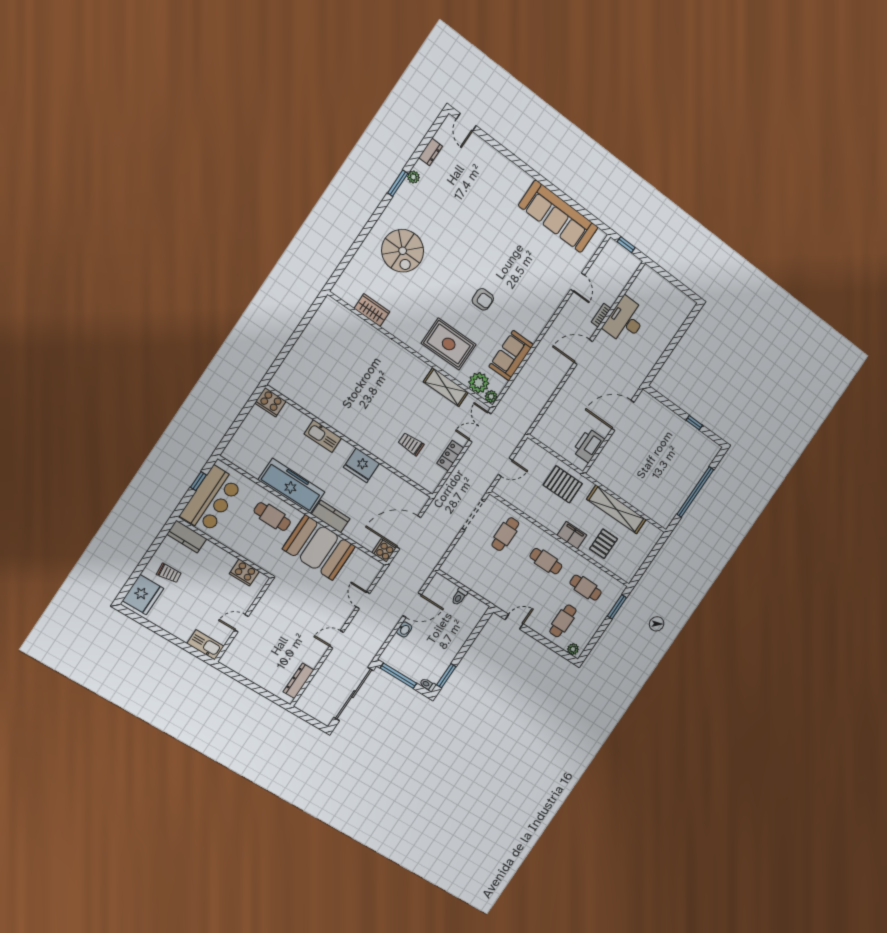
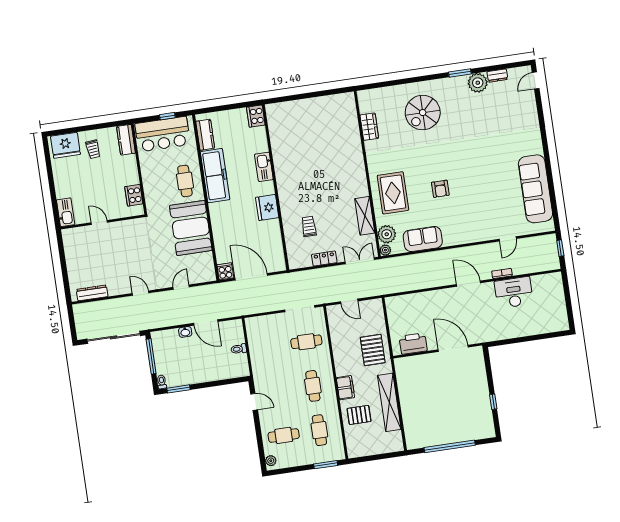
plant: (413, 177) -> (478, 83), width x1.88, depth x1.88
kitchen counter: (331, 516) -> (205, 135), moved

